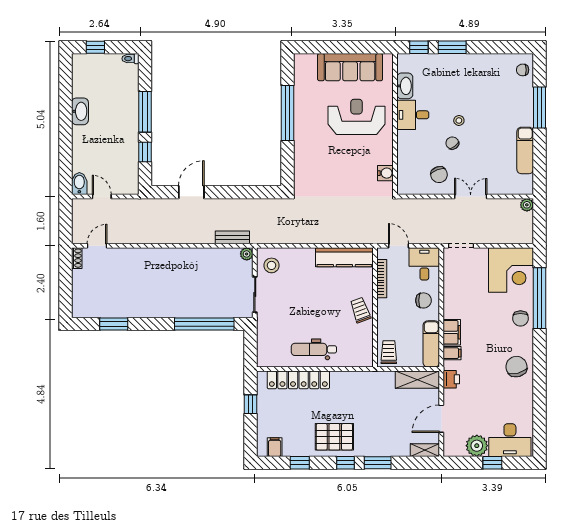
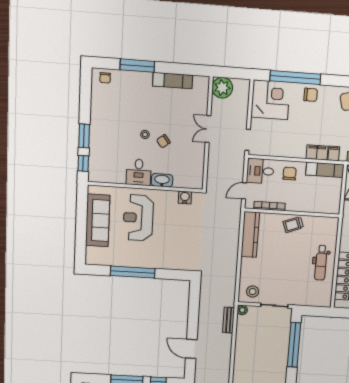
washbasin: (405, 86) -> (162, 180), moved
chair: (439, 175) -> (189, 154), removed
plant: (527, 205) -> (222, 88), width x1.88, depth x1.88
trolley: (389, 352) -> (328, 204), removed

